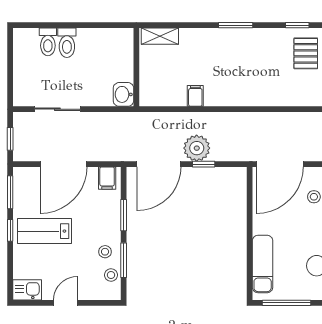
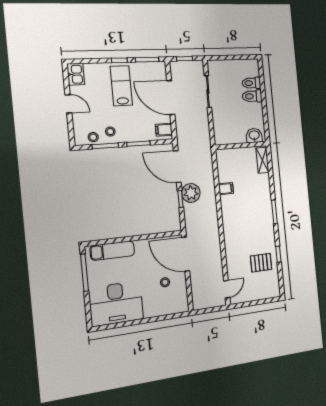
washbasin: (123, 94) -> (254, 135), moved

